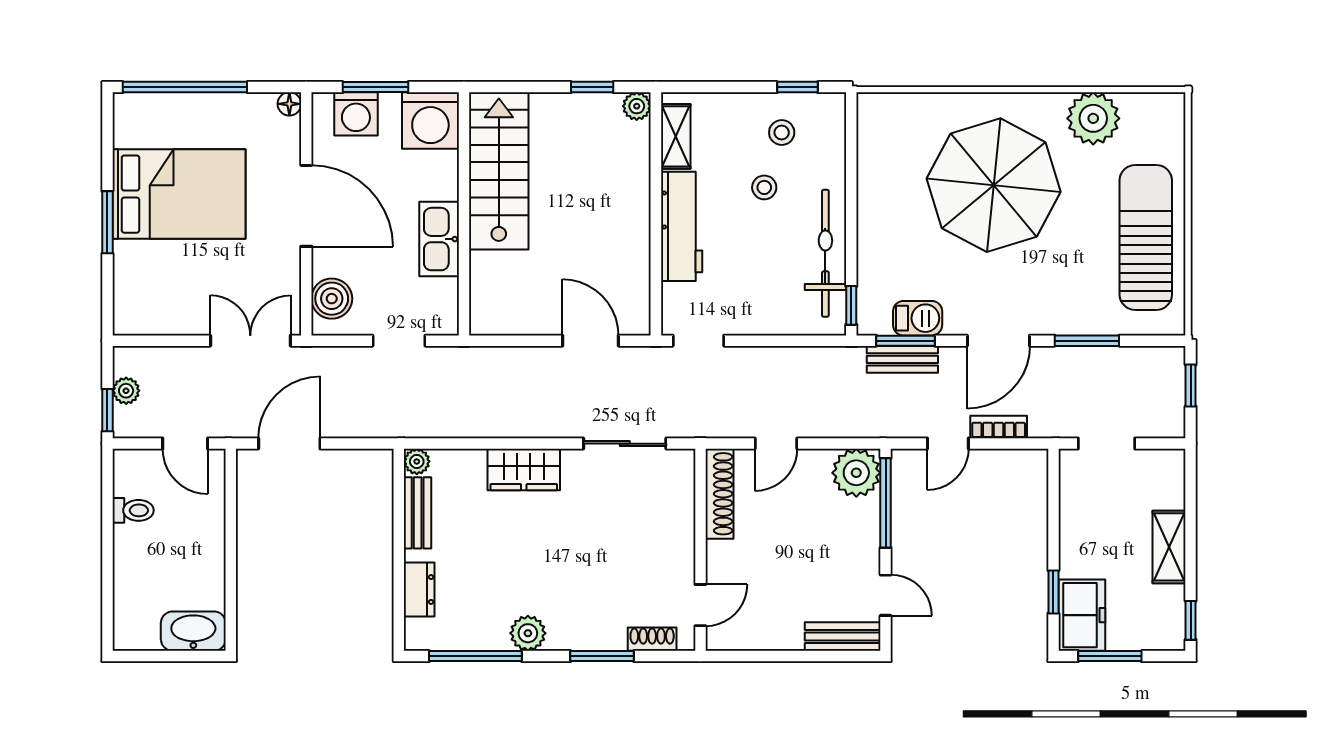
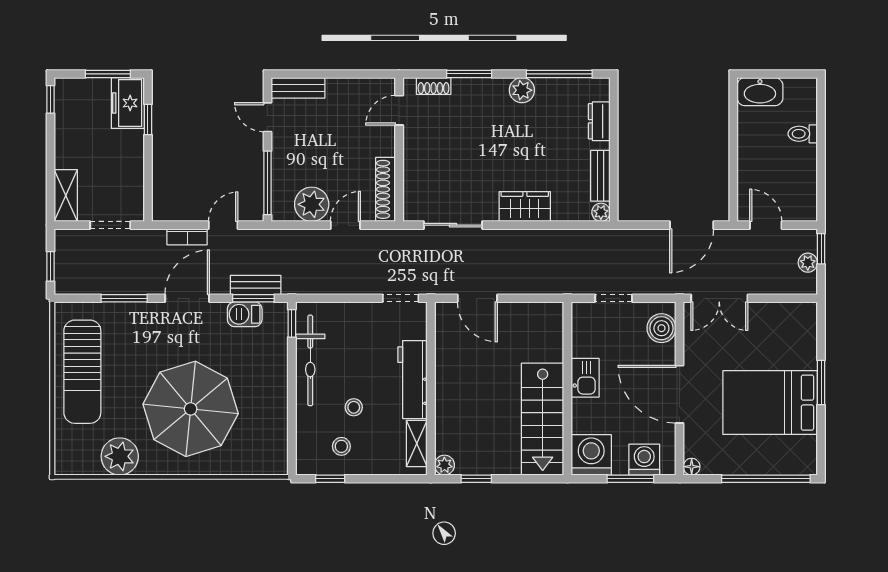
kitchen sink: (439, 239) -> (585, 378), width x0.73
plant: (856, 473) -> (312, 204), moved
toilet: (133, 510) -> (803, 134), moved
shelving: (1169, 547) -> (66, 196), moved

